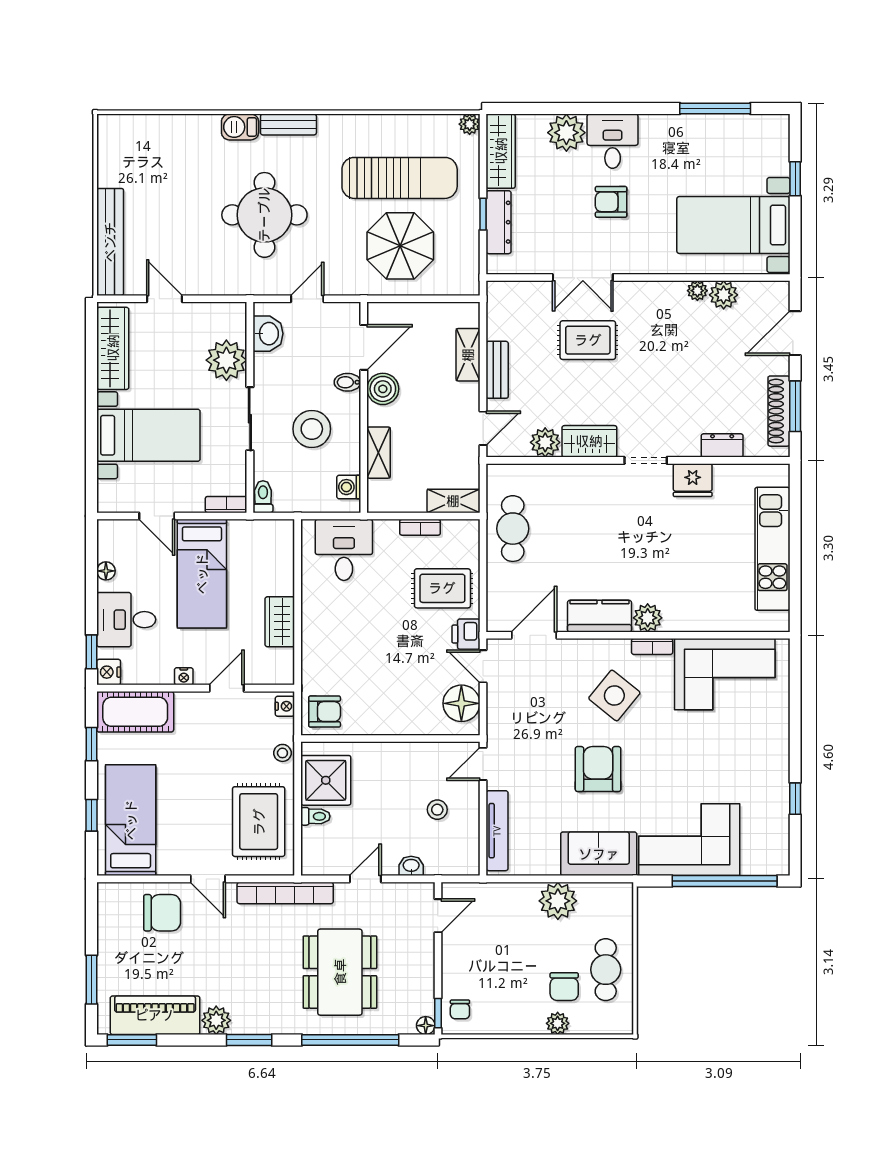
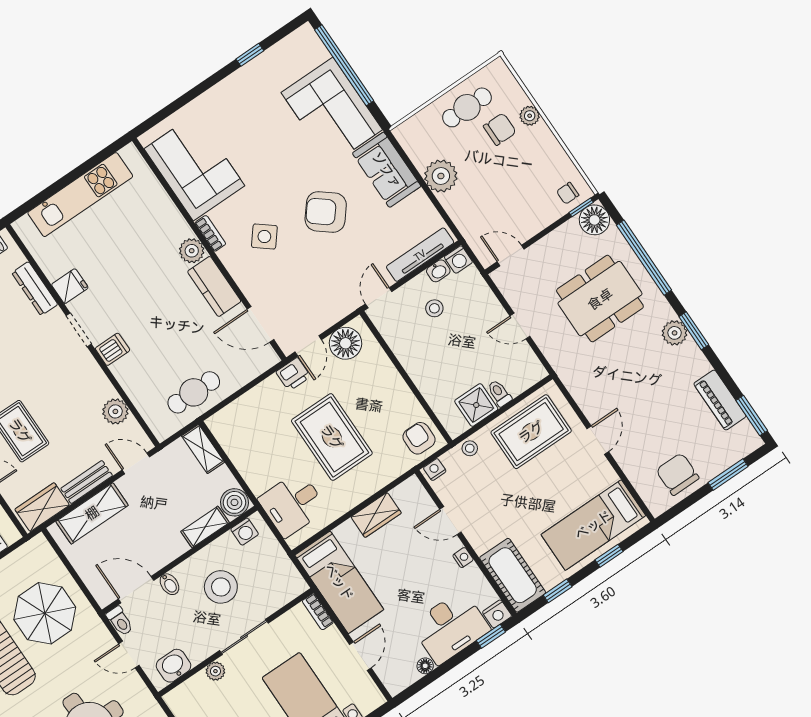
shelving: (468, 355) -> (92, 513), width x1.50, depth x1.33
plant: (226, 360) -> (215, 671), width x0.53, depth x0.53
boiler: (383, 389) -> (234, 502), moved
wardrobe: (589, 441) -> (42, 507), moved, turned 90
dresser: (722, 445) -> (35, 289), width x1.44
dishwasher: (606, 480) -> (113, 349), added
fridge: (693, 480) -> (70, 286), width x0.72
toilet: (263, 497) -> (120, 621), moved, turned -90
bookcase: (420, 527) -> (239, 460), removed
bed: (202, 574) -> (339, 582), moved, turned 90
rug: (442, 588) -> (332, 437), moved, width x1.36, depth x1.43
desk: (126, 620) -> (450, 627), width x1.37
side table: (614, 695) -> (264, 236), width x0.73, depth x0.73
door: (483, 764) -> (379, 298), swing flipped
armchair: (598, 769) -> (326, 212), turned 39
shower: (326, 780) -> (476, 405), width x0.73, depth x0.73
washing machine: (468, 864) -> (458, 260), added
washbasin: (411, 866) -> (438, 271), moved, turned -90
bookcase: (285, 893) -> (570, 377), removed
chair: (162, 913) -> (677, 474), moved
chair: (460, 1009) -> (568, 193), turned 180
piano: (155, 1015) -> (720, 400), width x0.73, depth x0.75
plant: (216, 1020) -> (675, 333), moved
floor lamp: (426, 1026) -> (594, 220), width x1.89, depth x1.89

